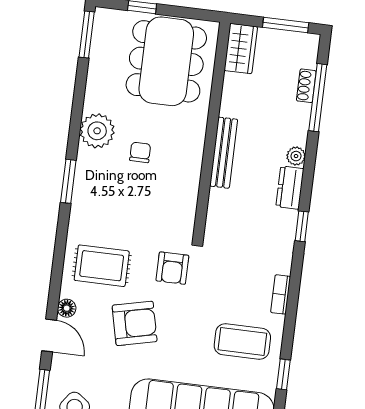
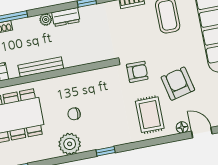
bench: (224, 153) -> (41, 67), moved
window: (68, 181) -> (106, 151), width x0.67
door: (49, 335) -> (202, 133), hinge flipped

